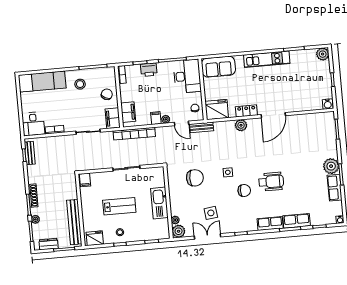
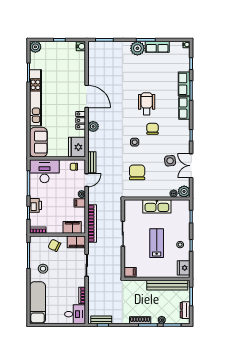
kitchen unit: (267, 59) -> (36, 98), width x1.36

